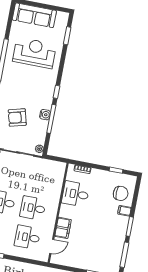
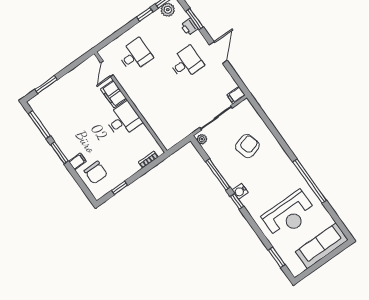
water cooler: (45, 115) -> (240, 191), moved
chair: (121, 193) -> (96, 173), turned -90
desk: (75, 194) -> (123, 120), moved
desk: (33, 208) -> (156, 84), removed

